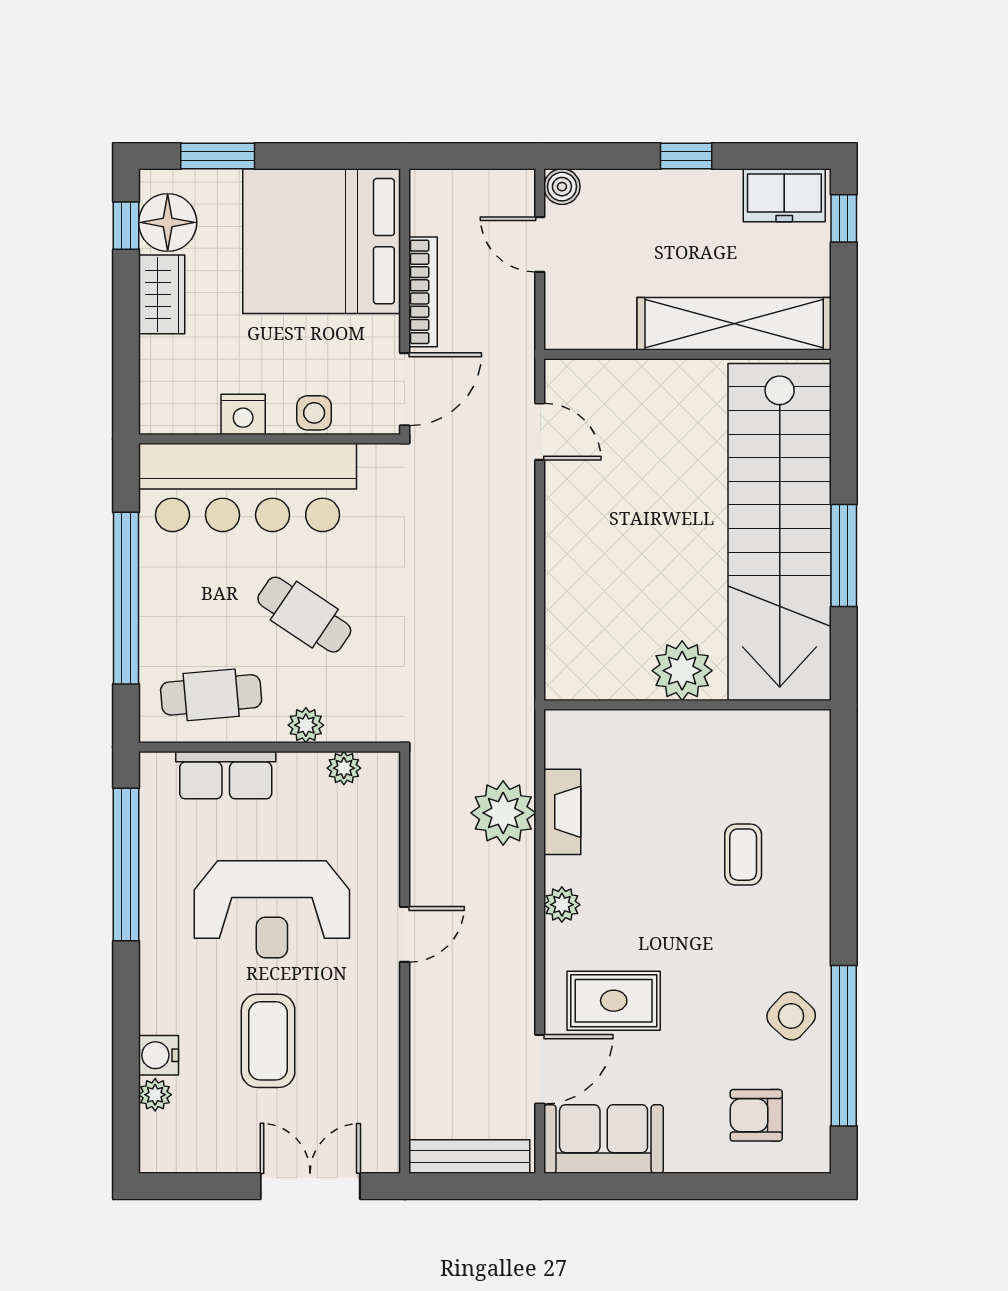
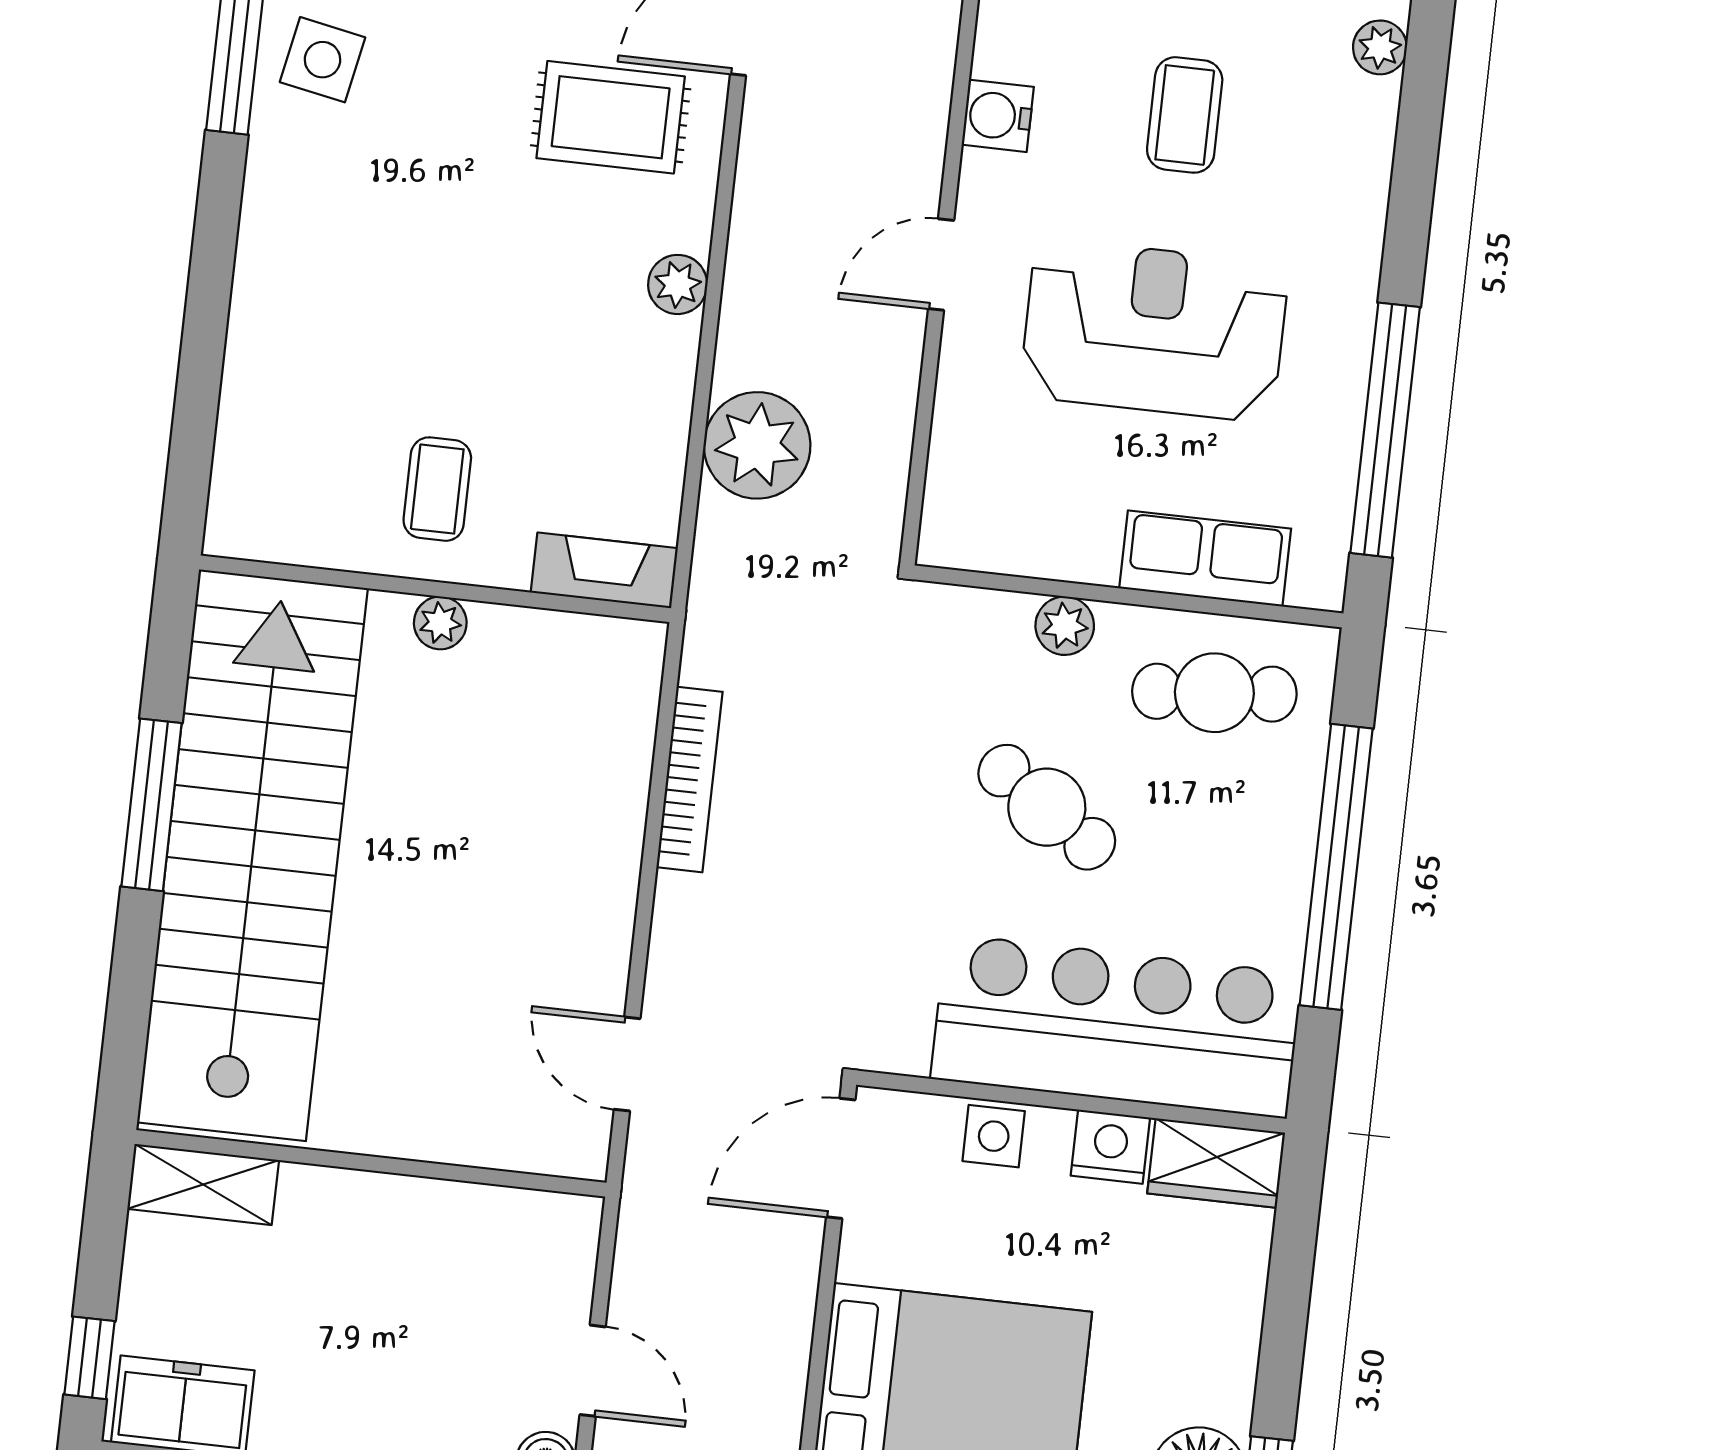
bookcase: (423, 292) -> (689, 780), moved, turned 180
wardrobe: (162, 294) -> (1216, 1163), moved, turned -90
shelving: (734, 324) -> (203, 1184), width x0.45, depth x0.75
plant: (682, 671) -> (440, 623), width x0.53, depth x0.53
plant: (344, 768) -> (1010, 548), removed
fireplace: (562, 812) -> (604, 570), moved, turned 90
coffee table: (743, 855) -> (437, 489), moved
side table: (791, 1016) -> (322, 60), turned -31
coffee table: (268, 1041) -> (1185, 115), width x0.73, depth x0.77
water cooler: (159, 1055) -> (998, 116), moved, turned 180

